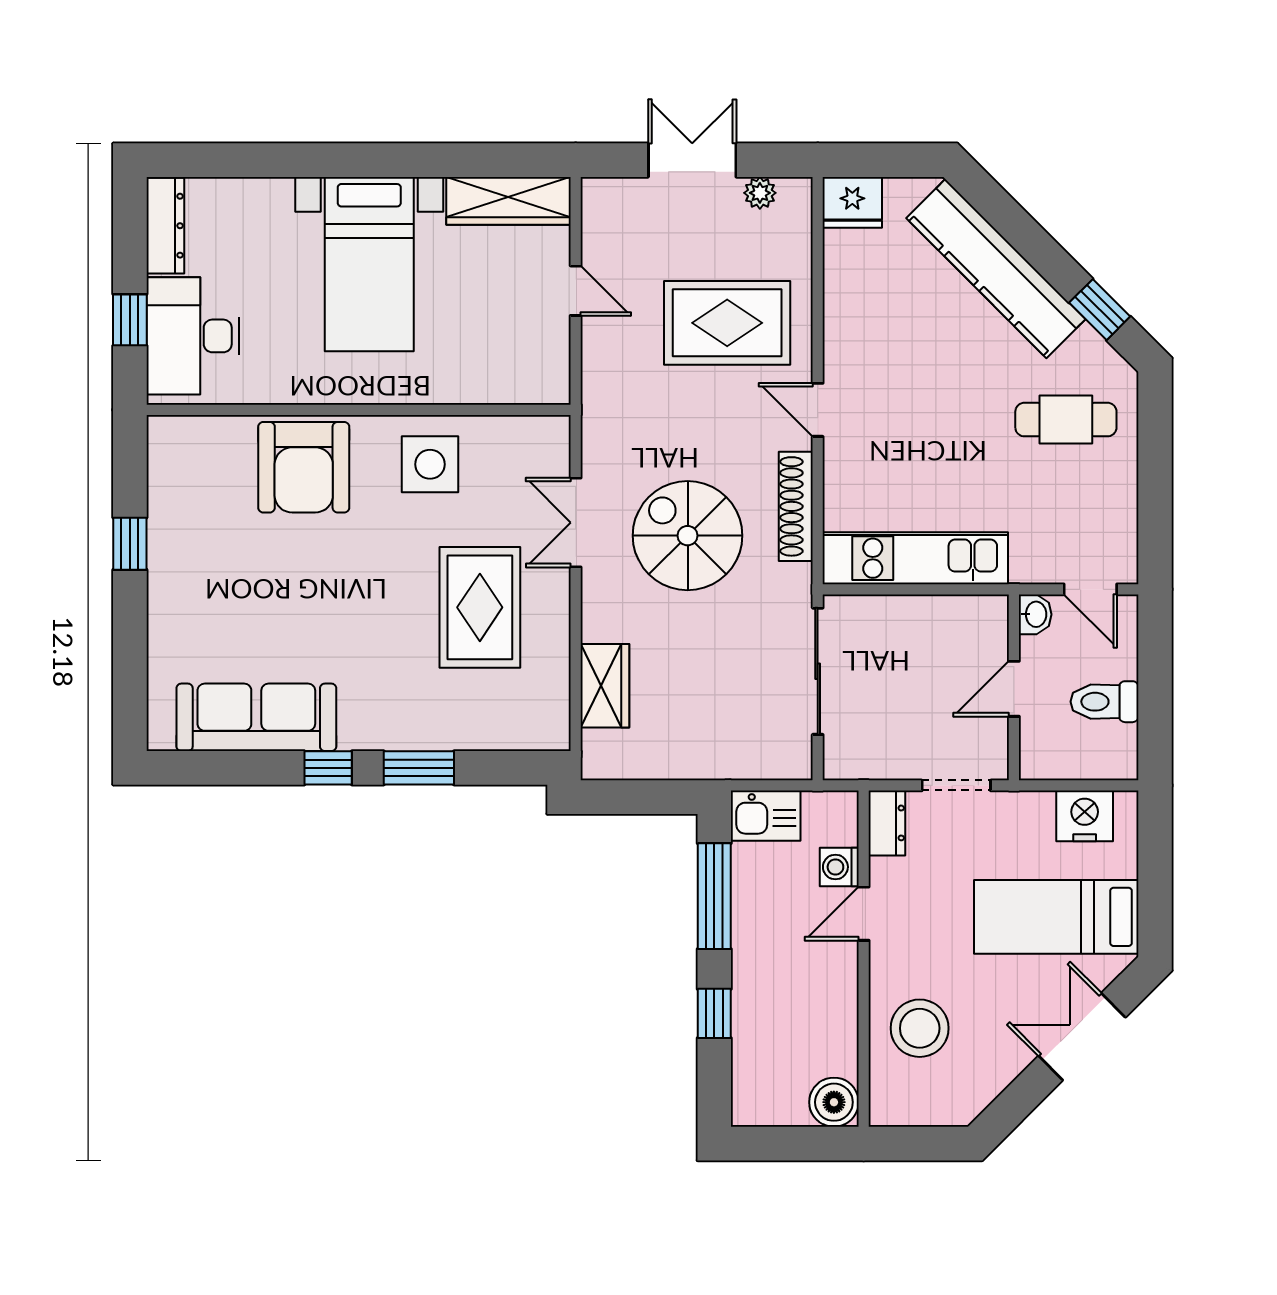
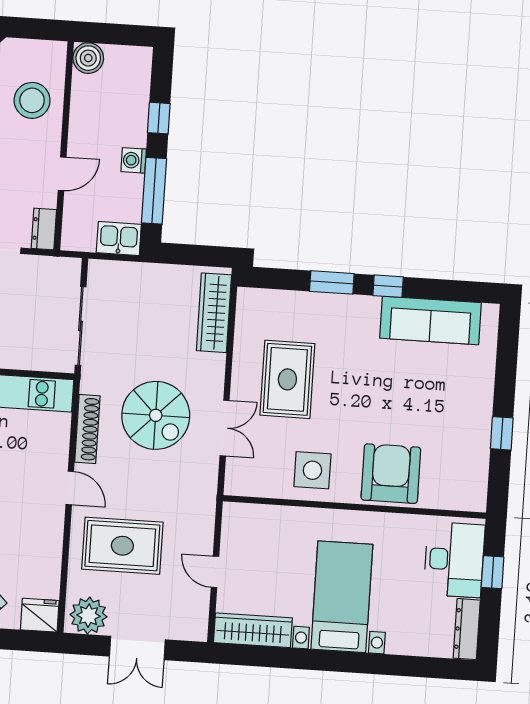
plant: (760, 193) -> (89, 616), width x1.88, depth x1.88
wardrobe: (605, 686) -> (214, 313), width x1.50
washing machine: (839, 867) -> (134, 160), moved, turned 180

